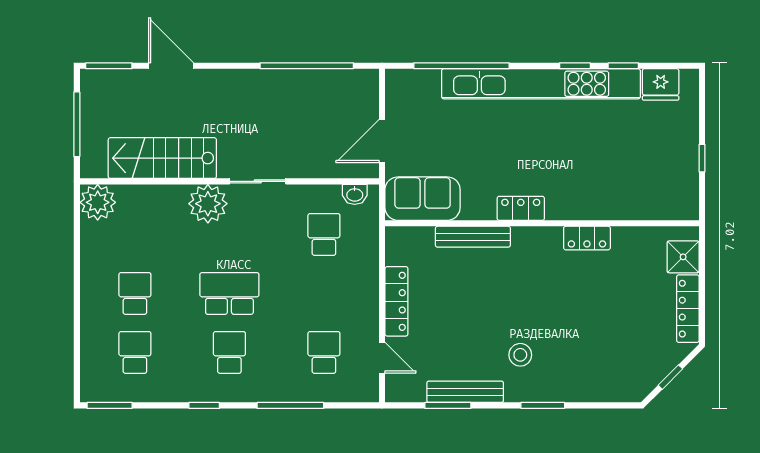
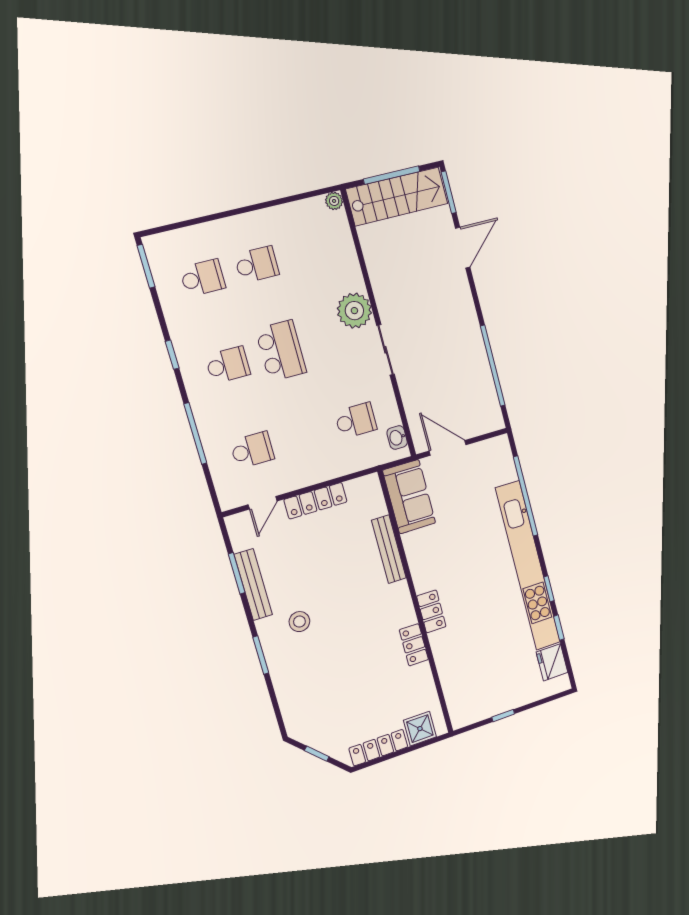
stairs: (162, 158) -> (397, 196), moved, turned 90
plant: (98, 202) -> (334, 201), width x0.53, depth x0.53
locker: (521, 208) -> (431, 611), moved

